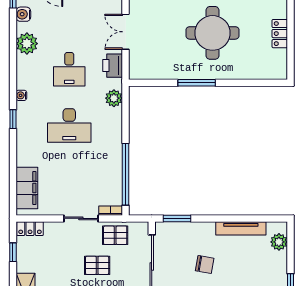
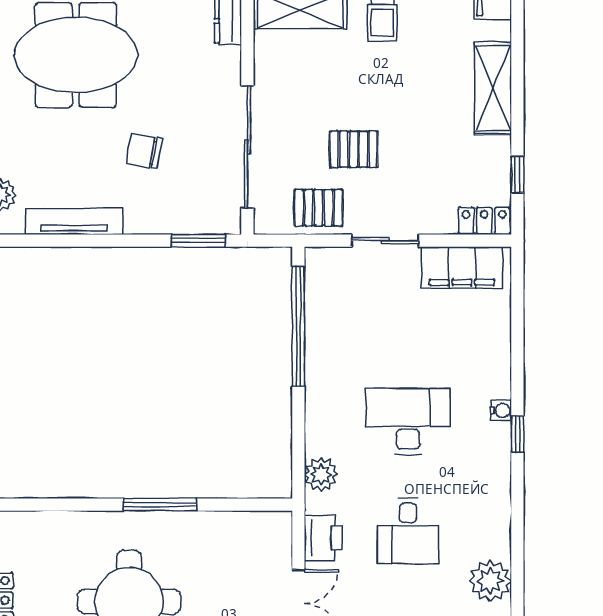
desk: (69, 69) -> (408, 531), turned 180
water cooler: (21, 95) -> (501, 411), moved
filing cabinet: (27, 188) -> (462, 268), moved, turned -90
bookcase: (111, 211) -> (327, 256), removed

